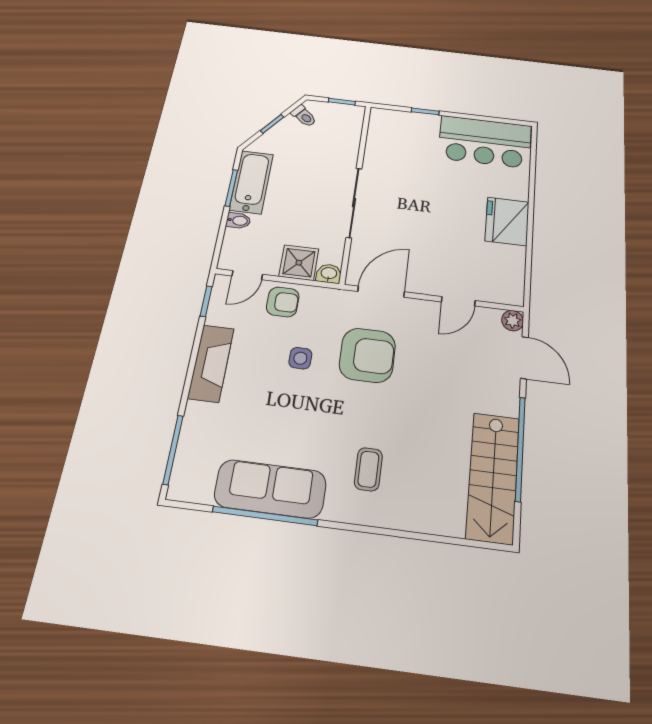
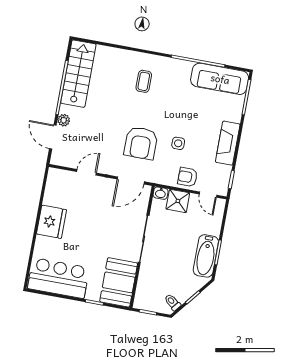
booth: (390, 140) -> (119, 282), added
bidet: (238, 221) -> (213, 230), removed
door: (247, 275) -> (208, 195), swing flipped
plant: (513, 321) -> (64, 120), moved
armchair: (367, 355) -> (141, 143), turned -90
sofa: (270, 489) -> (220, 79), moved

